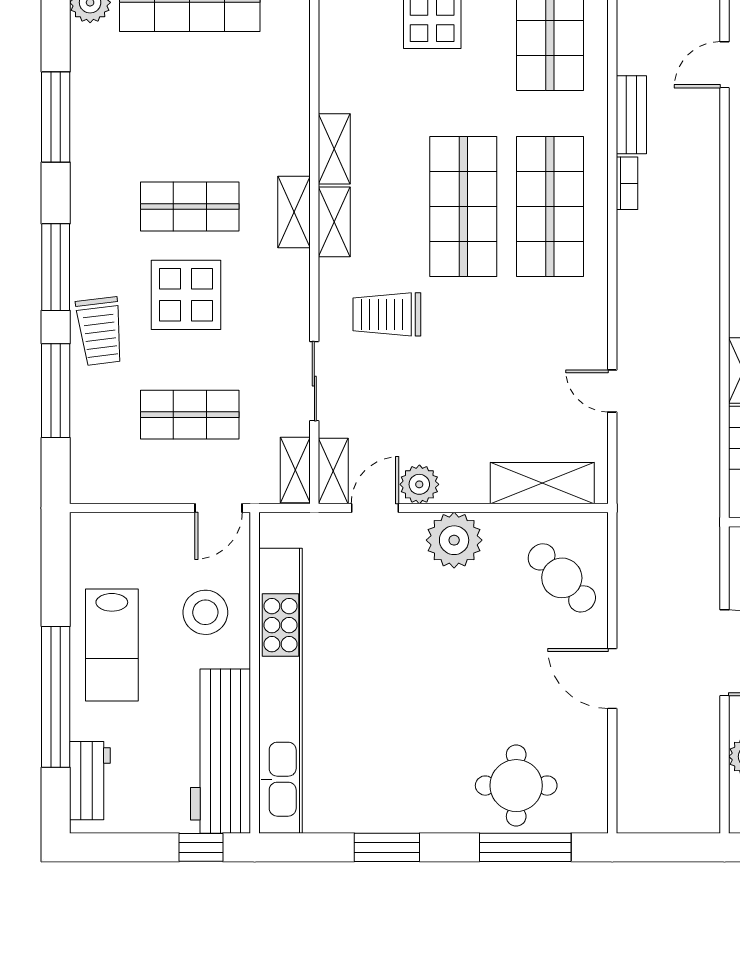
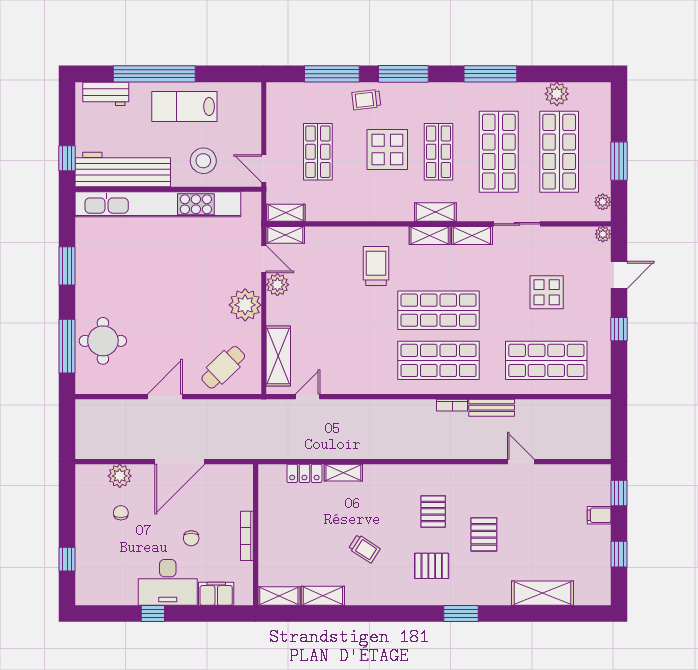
shop shelf: (190, 102) -> (499, 152), added
trolley: (100, 331) -> (366, 100), width x0.73, depth x0.72
sliding door: (314, 381) -> (517, 224), moved
door: (612, 391) -> (308, 397), moved

